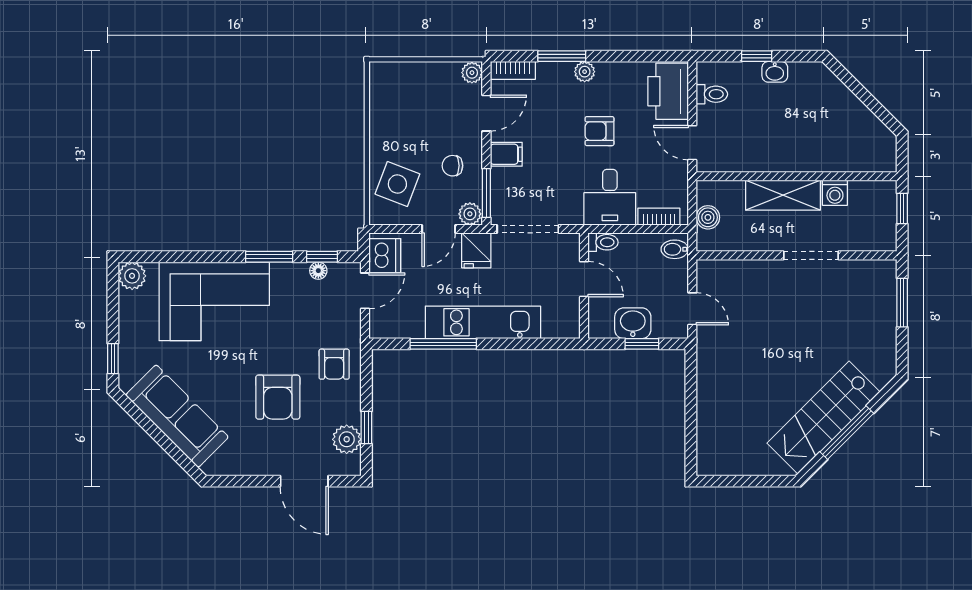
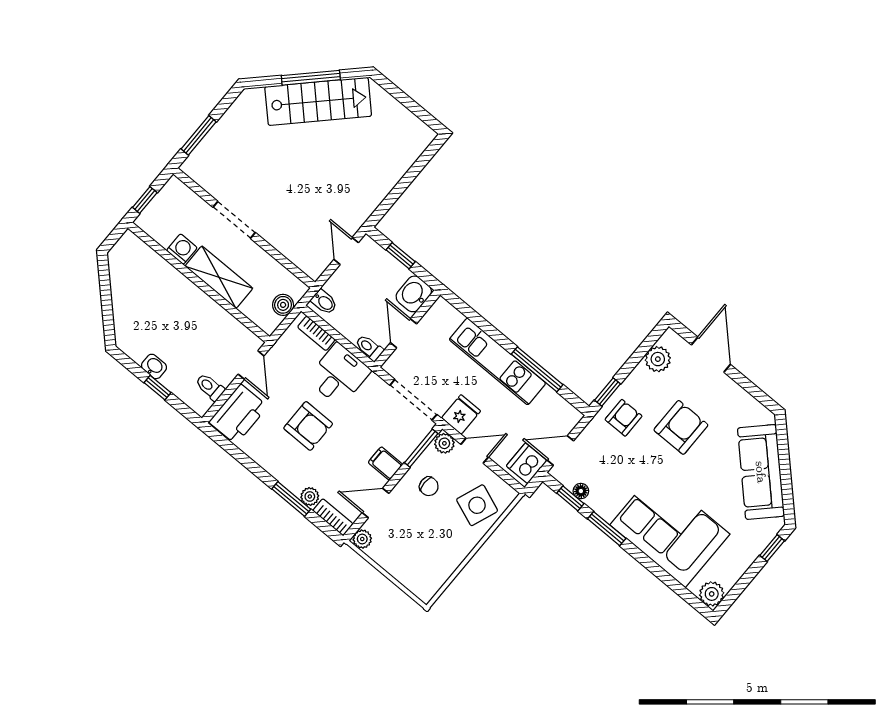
plant: (585, 72) -> (310, 496), moved
armchair: (600, 131) -> (308, 426), width x1.38, depth x1.38
washbasin: (633, 323) -> (414, 294), moved, turned 90
window: (366, 427) -> (608, 392), moved

